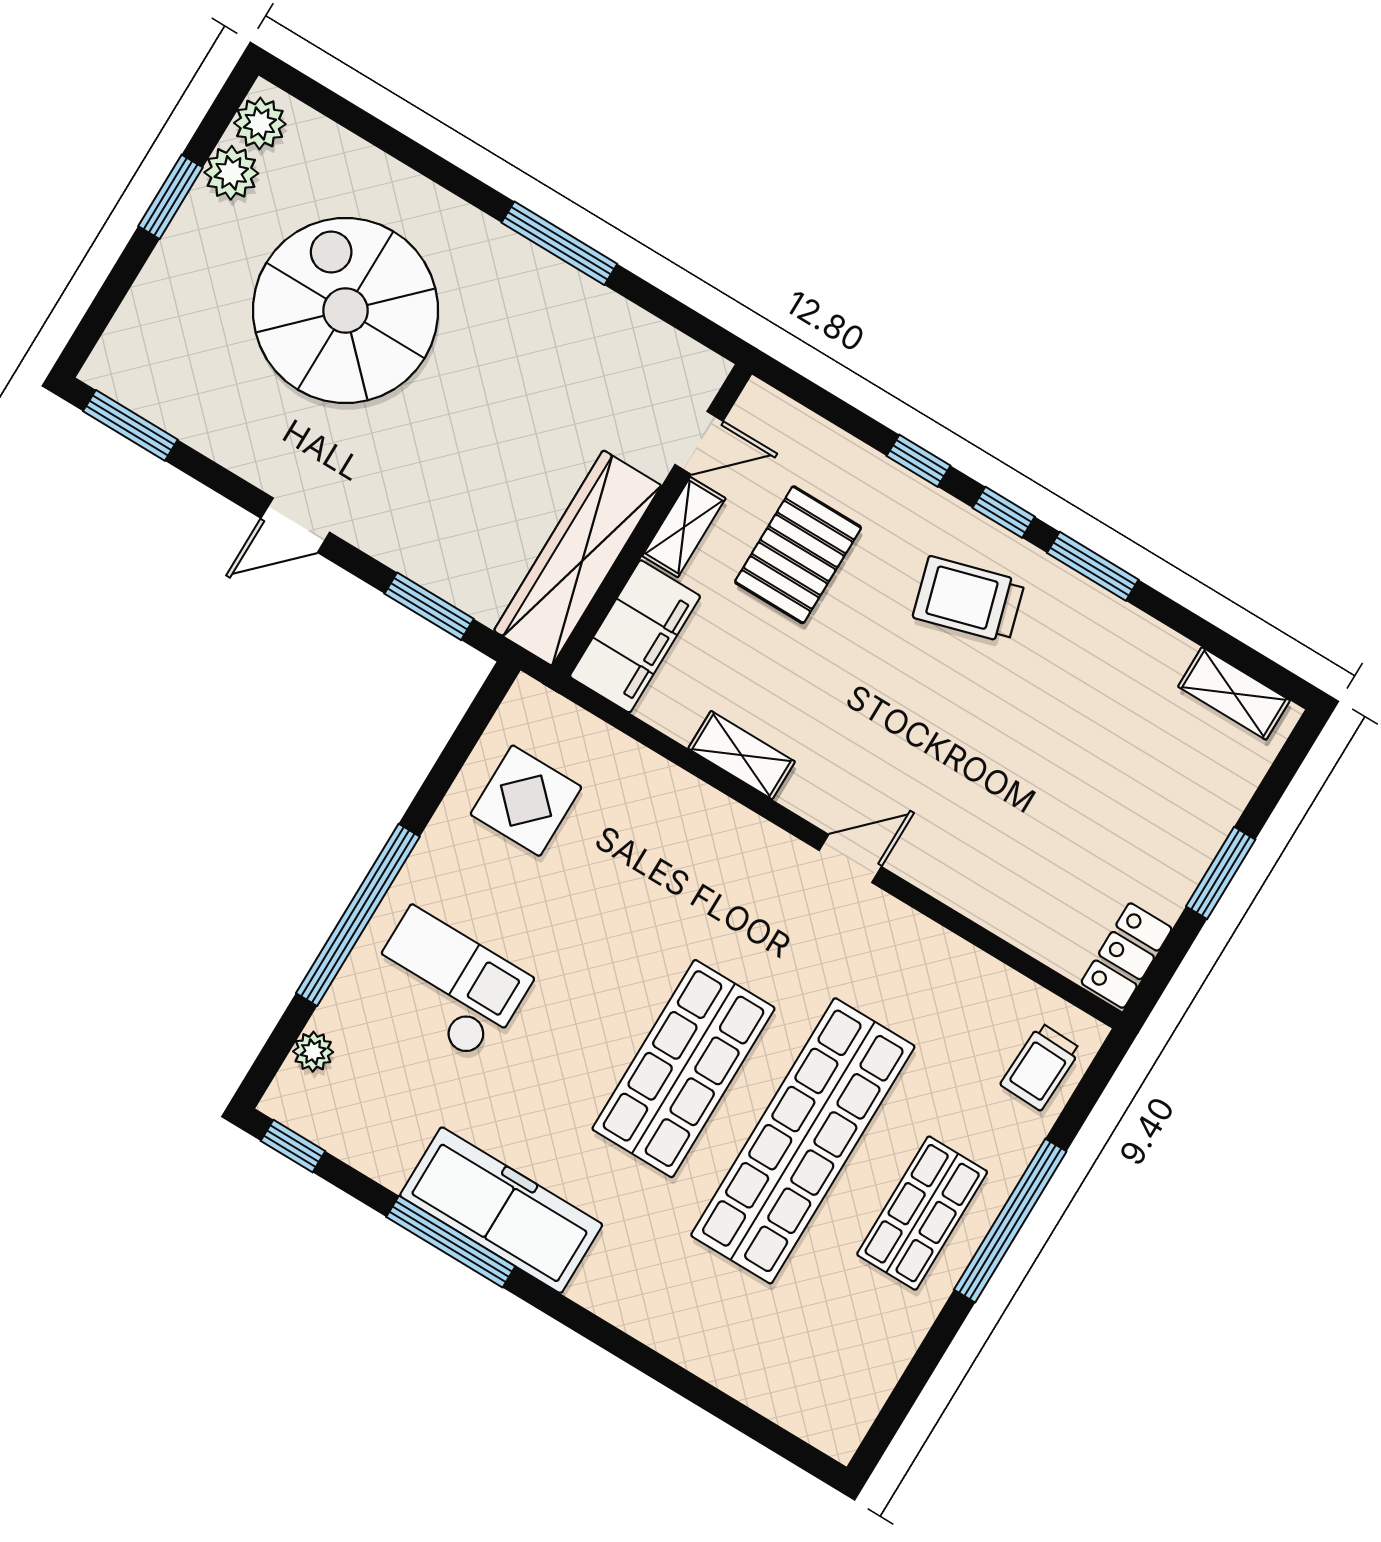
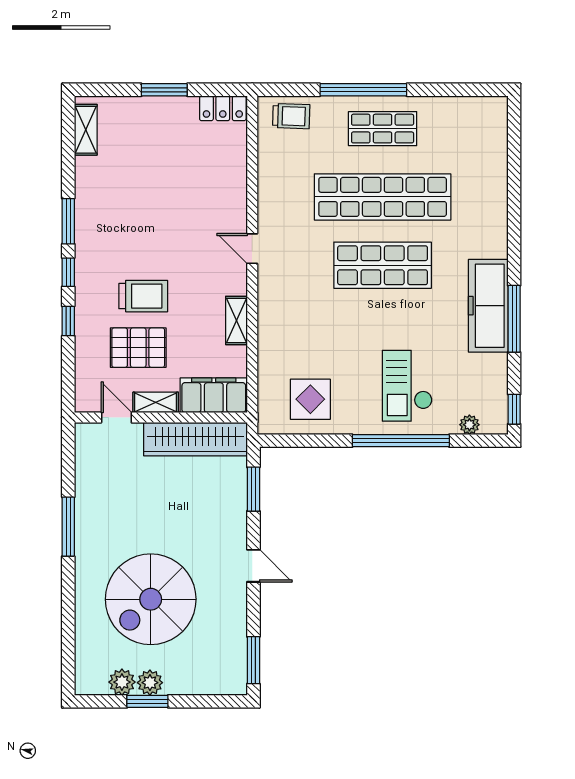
plant: (260, 123) -> (150, 683), moved
trolley: (969, 599) -> (143, 296), moved, turned -74

